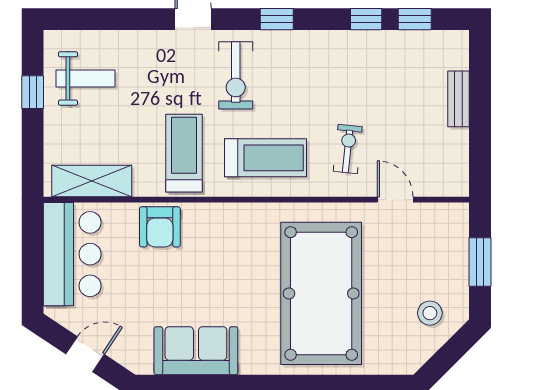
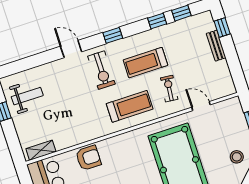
window: (480, 70) -> (222, 28), added
treadmill: (184, 153) -> (145, 63), moved, turned -90
shelving: (92, 181) -> (41, 150), width x0.67, depth x0.75
armchair: (160, 227) -> (88, 158), turned -90

